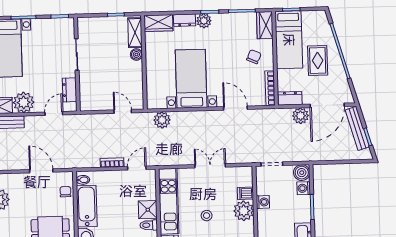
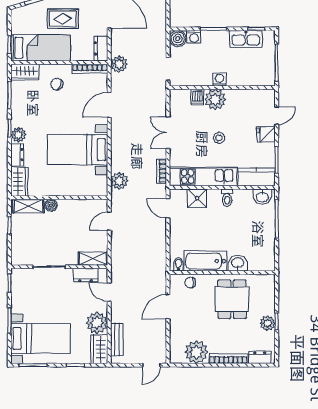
shelving: (86, 97) -> (93, 259), added
plant: (300, 116) -> (119, 64), moved
bookcase: (112, 163) -> (162, 171), moved
washing machine: (263, 202) -> (219, 80), moved
shower: (148, 210) -> (197, 198), moved

